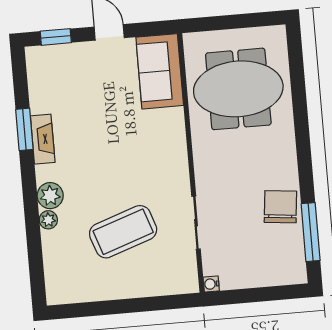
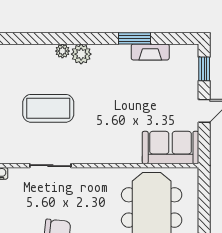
fireplace: (43, 139) -> (150, 52), moved
coffee table: (123, 232) -> (48, 108), turned -71

